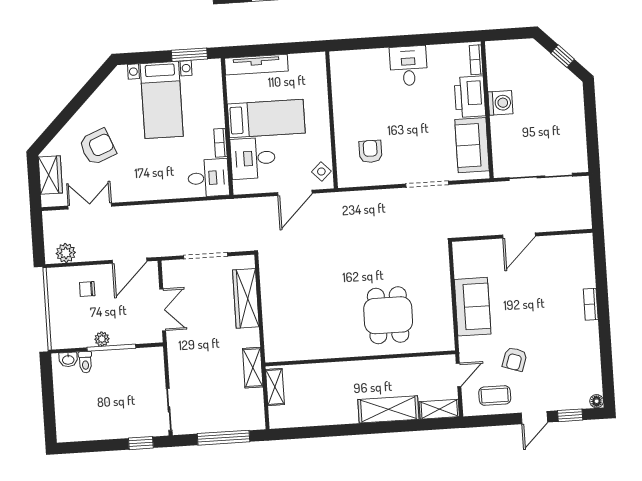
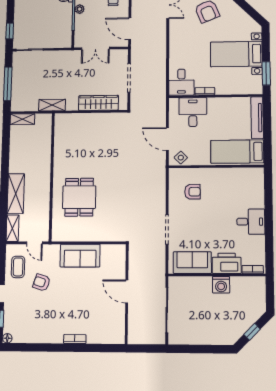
bed: (266, 118) -> (237, 152), moved, turned 90
dining table: (388, 315) -> (79, 197), turned 90
shelving: (275, 387) -> (22, 119), moved

